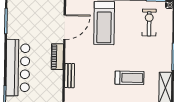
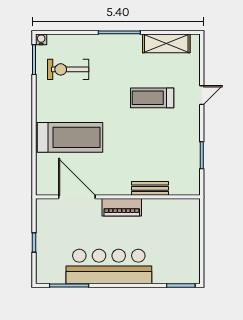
bar counter: (18, 68) -> (109, 266), moved
treadmill: (129, 78) -> (152, 98), turned -90

